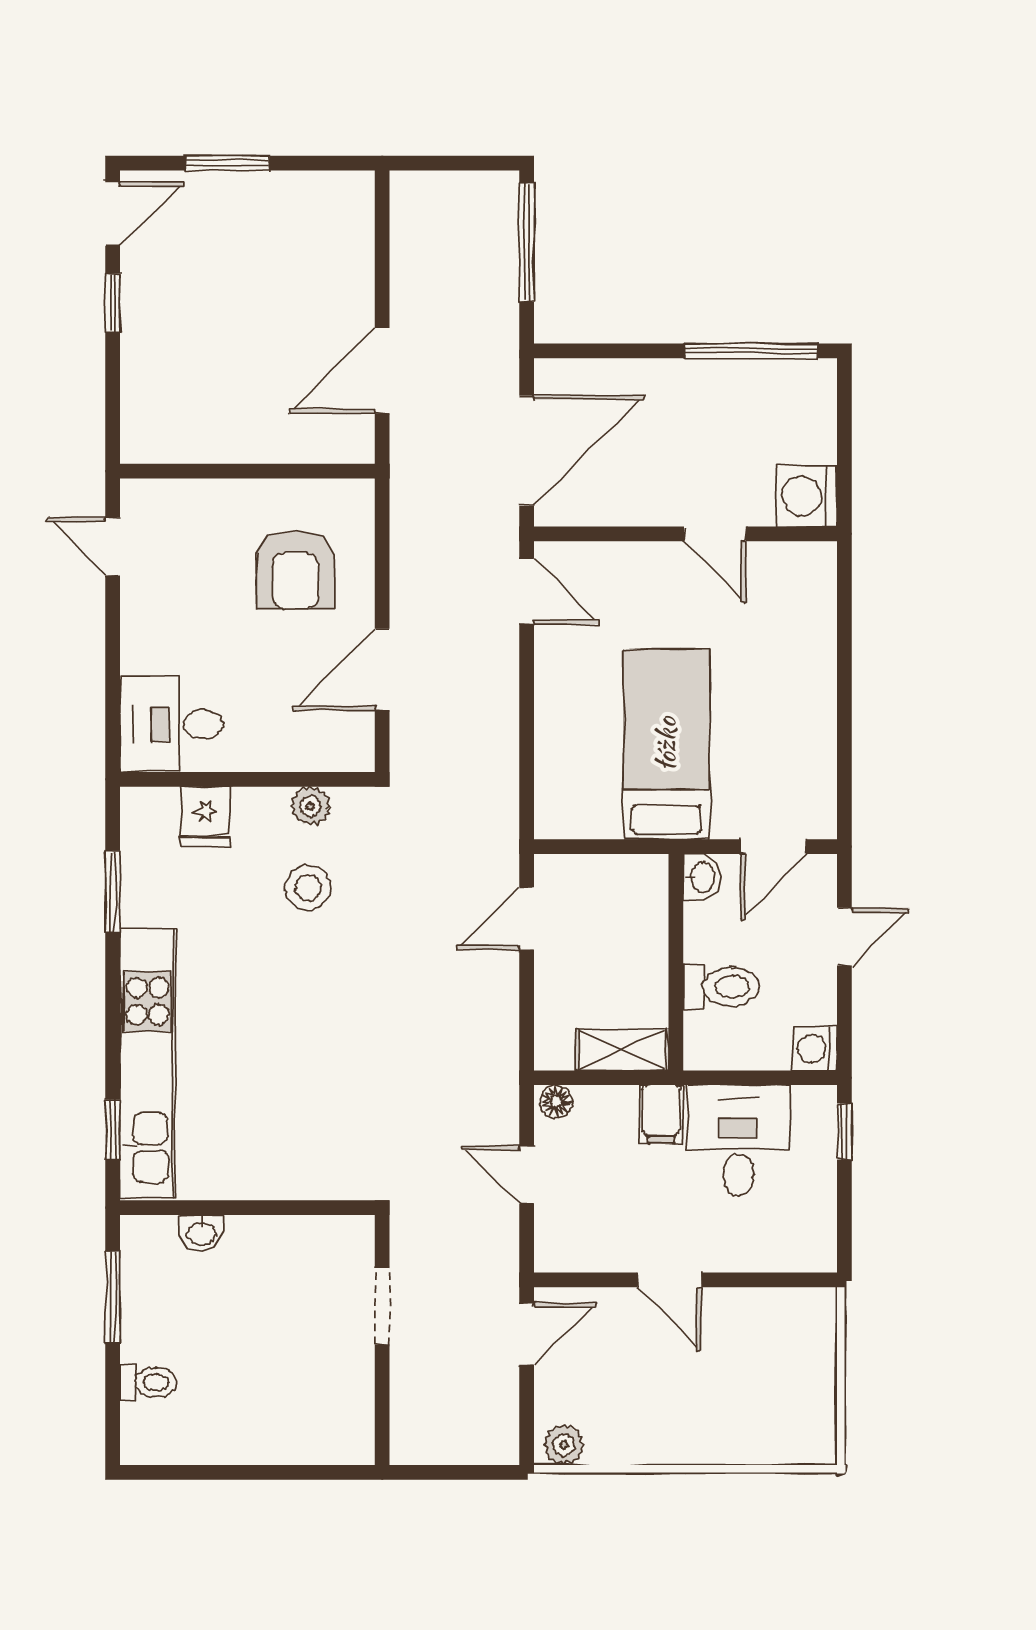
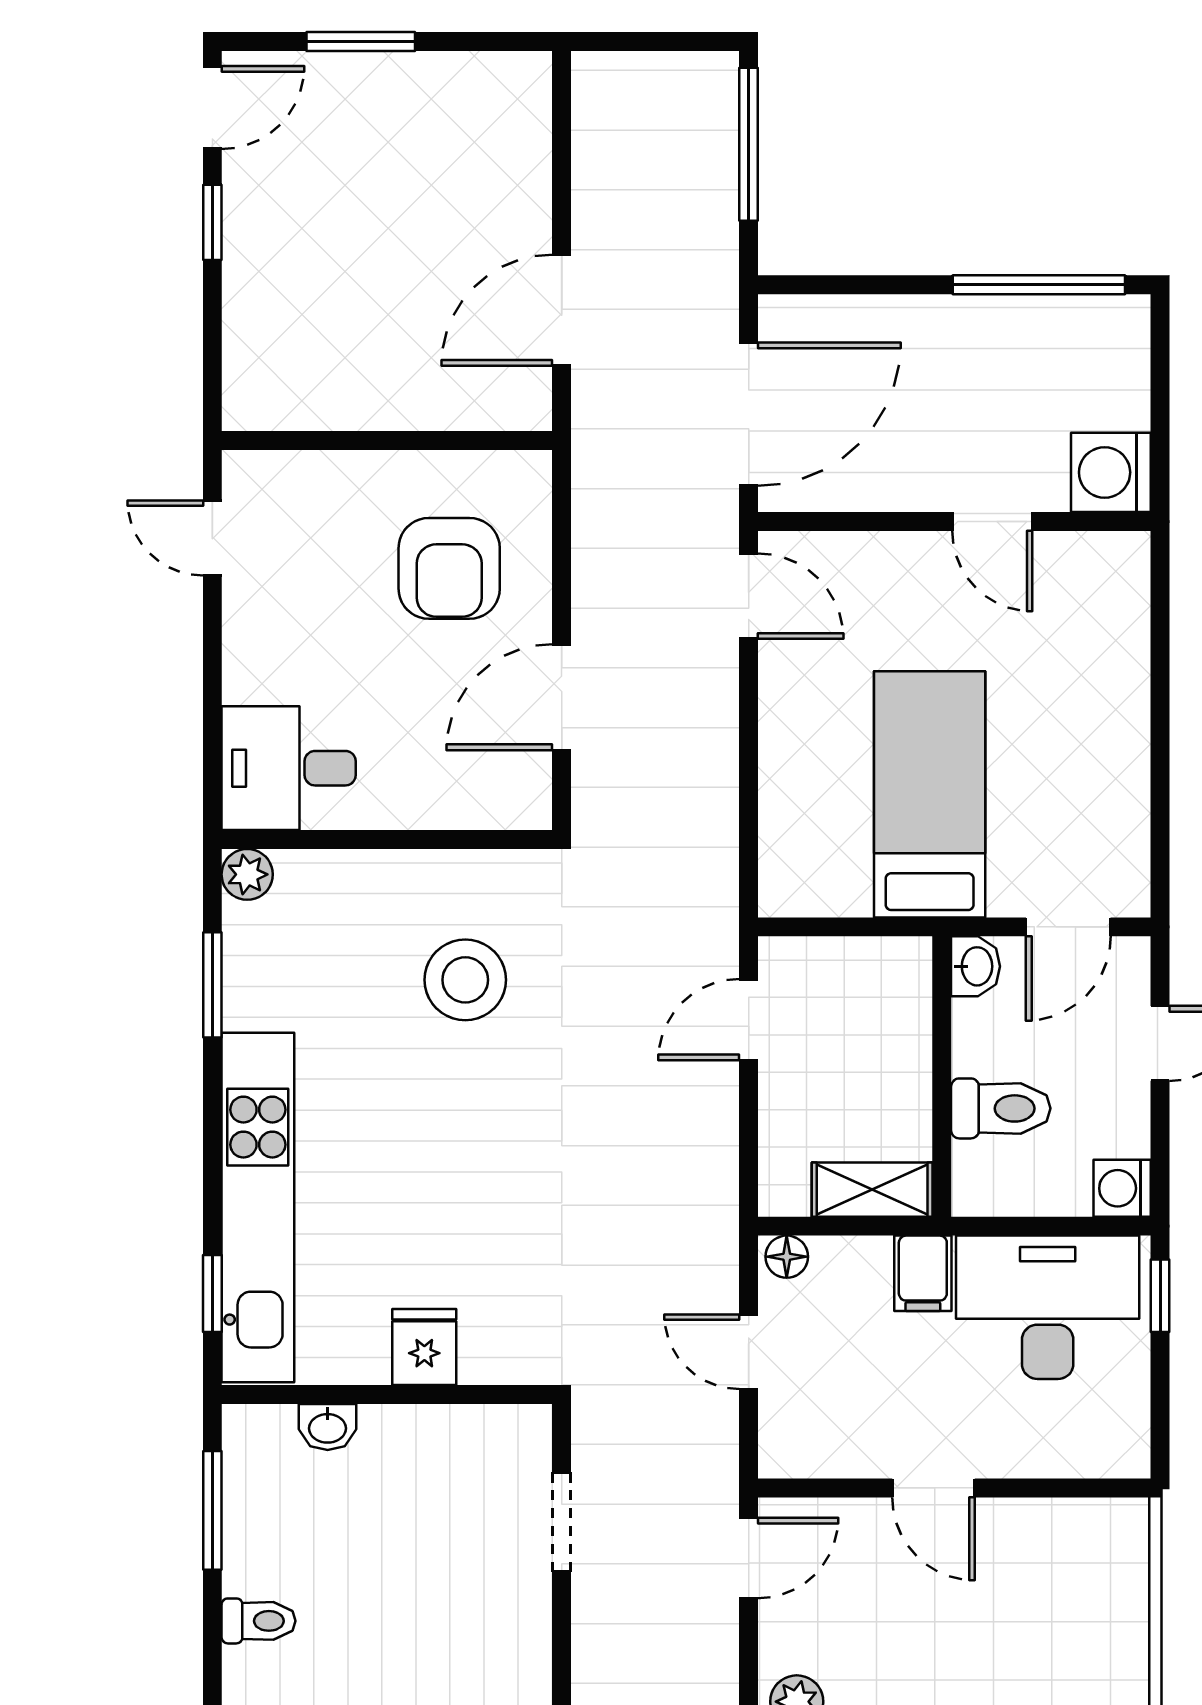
plant: (311, 806) -> (247, 874), moved
fridge: (205, 816) -> (424, 1347), moved, turned 180
stool: (308, 888) -> (465, 980), width x1.38, depth x1.38
desk: (738, 1140) -> (1048, 1307), width x1.37

